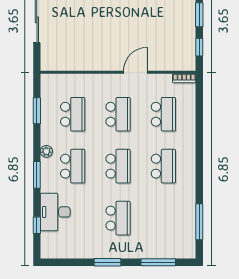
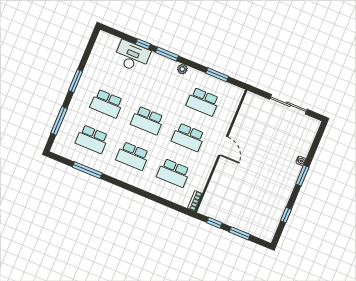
door: (136, 72) -> (223, 146), moved
school desk: (73, 166) -> (92, 139), moved
window: (199, 222) -> (87, 170), moved
window: (37, 225) -> (143, 44), moved

